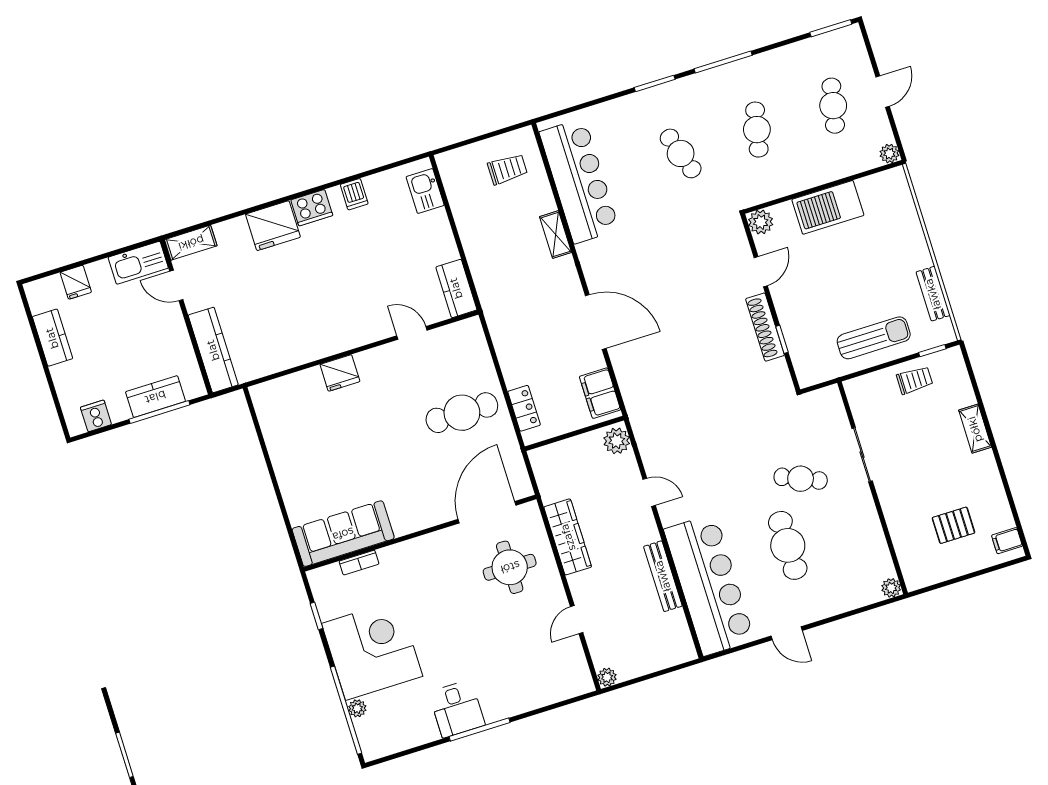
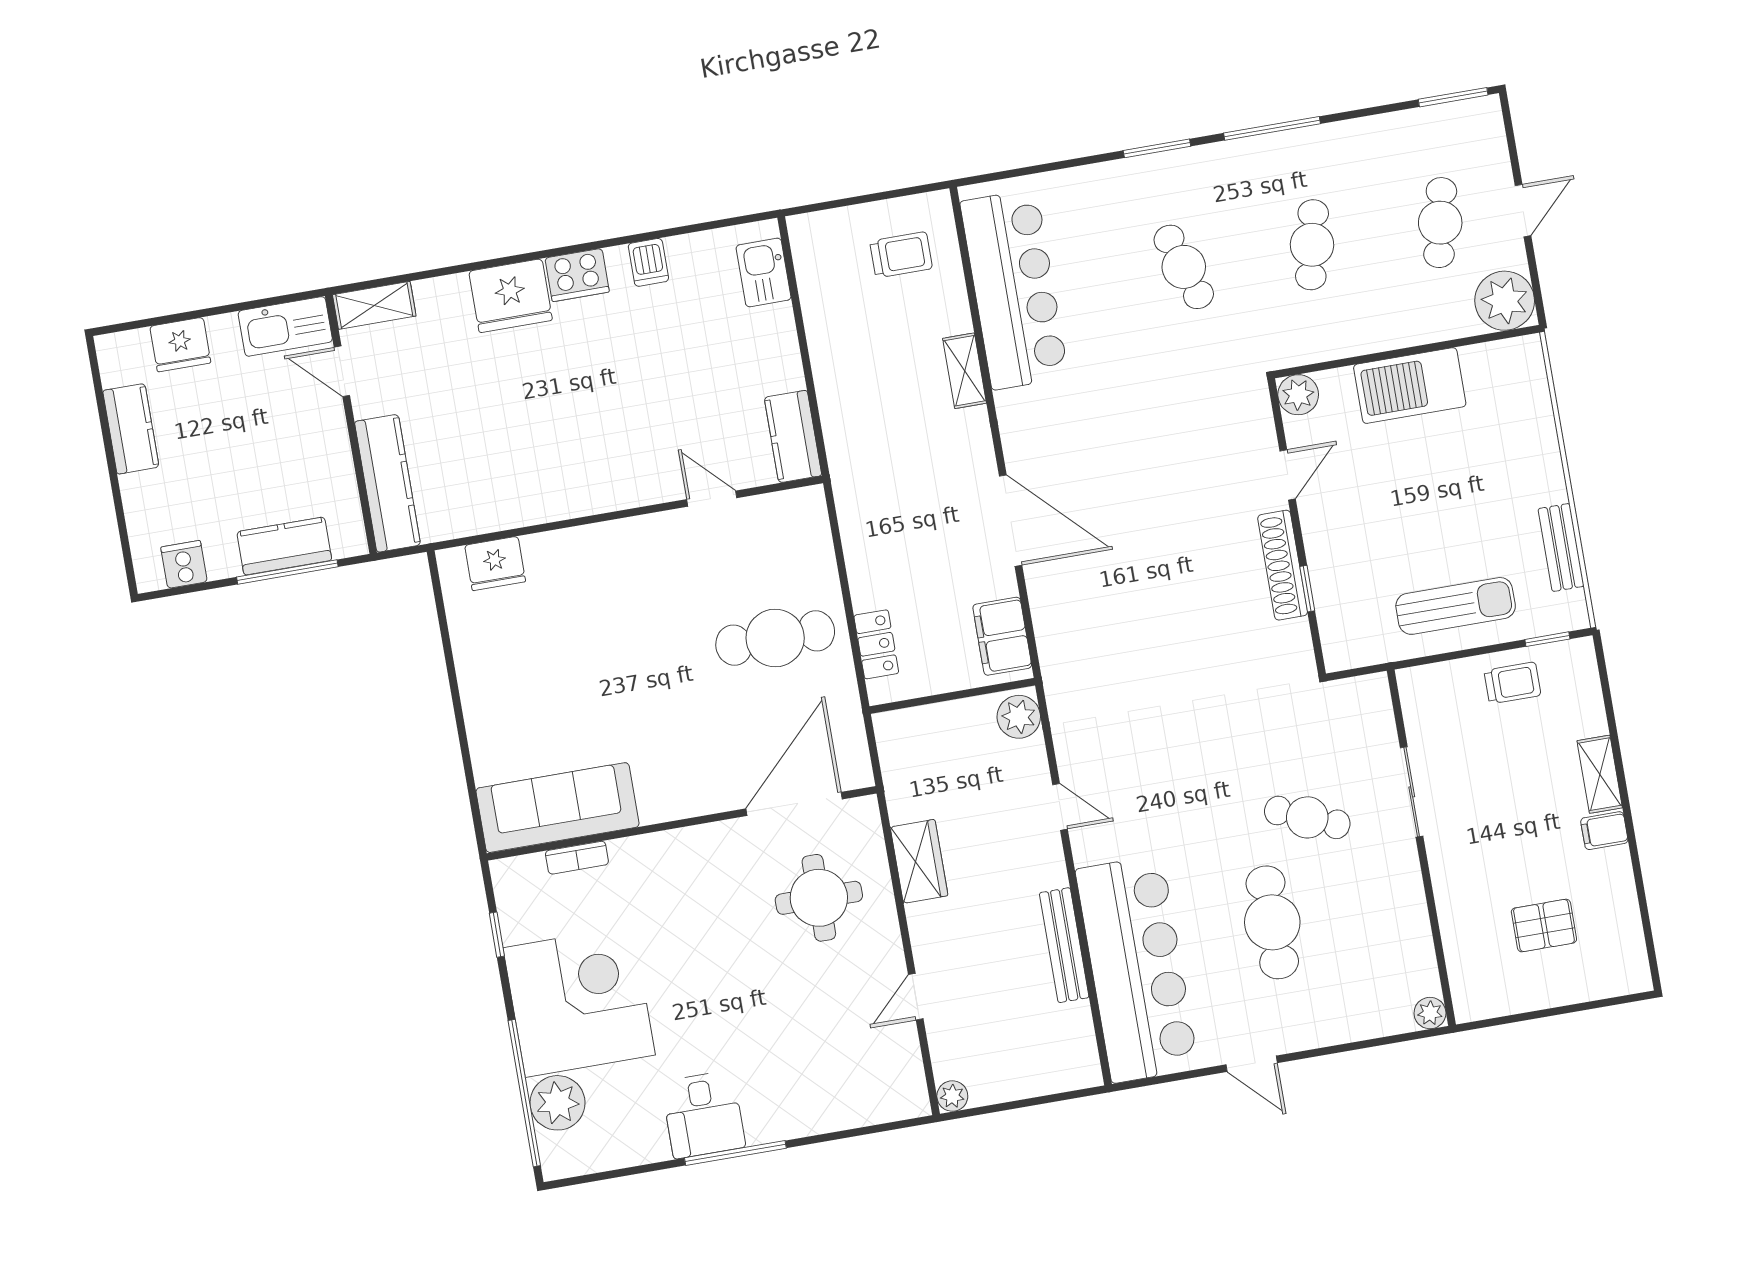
plant: (889, 154) -> (1505, 301), width x1.87, depth x1.87
fridge: (76, 282) -> (180, 345), width x1.38
fridge: (340, 373) -> (495, 564), moved
wardrobe: (568, 537) -> (919, 861), width x0.67
filing cabinet: (1007, 541) -> (1604, 831), moved
plant: (357, 708) -> (558, 1103), width x1.87, depth x1.87

